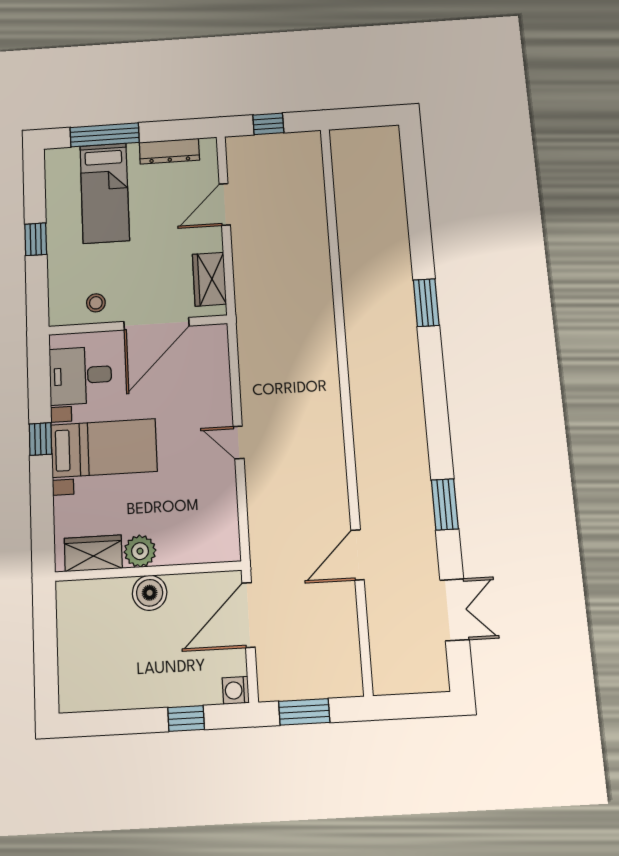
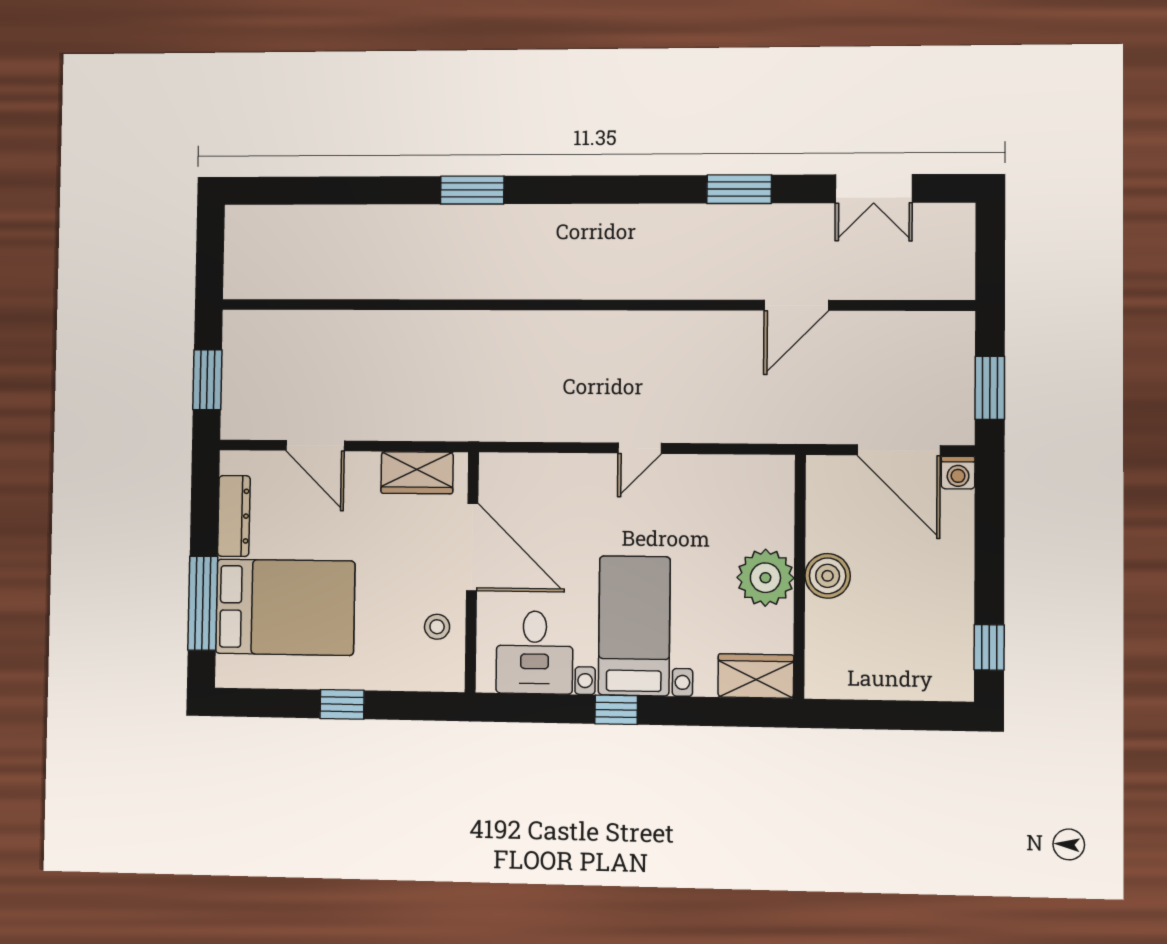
window: (268, 124) -> (207, 380), width x1.50
bed: (105, 193) -> (285, 607), width x1.50
plant: (140, 551) -> (765, 578), width x1.36, depth x1.36
wardrobe: (93, 553) -> (756, 676), moved, turned 90
door: (358, 555) -> (796, 305), hinge flipped
double door: (455, 610) -> (874, 189), swing flipped
door: (249, 615) -> (899, 450), moved
window: (186, 718) -> (989, 647), moved

